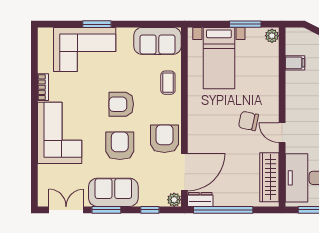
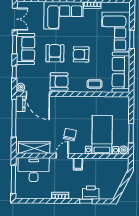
sofa: (157, 41) -> (121, 72), width x1.36
bed with nightstands: (219, 58) -> (102, 135), moved, turned 90
filing cabinet: (295, 63) -> (78, 164), moved
armchair: (121, 104) -> (81, 54), turned -90
armchair: (120, 146) -> (55, 53), turned -90

